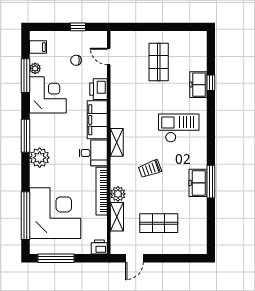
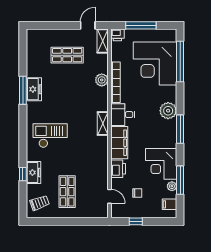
checkout: (179, 128) -> (50, 136), turned 180
trolley: (150, 169) -> (40, 203), moved
shelving: (117, 217) -> (103, 41), moved
window: (56, 258) -> (141, 25), moved

